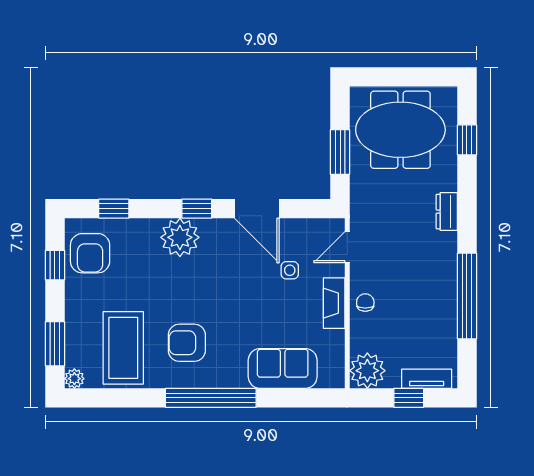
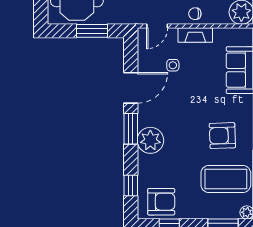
window: (197, 209) -> (131, 129), width x1.50
door: (347, 247) -> (157, 26), hinge flipped
armchair: (187, 343) -> (222, 136), turned 88

